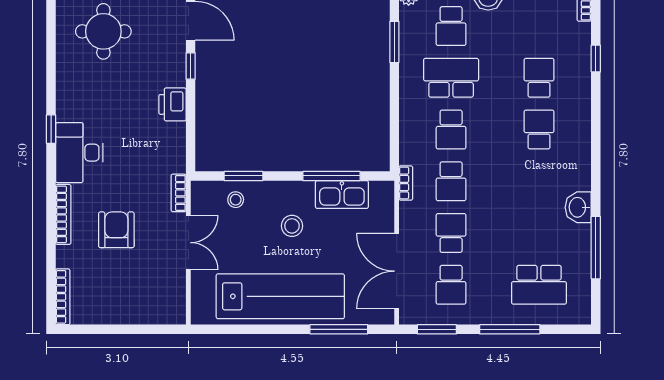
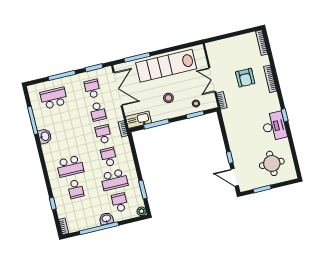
printer: (172, 104) -> (234, 139), removed
school desk: (539, 130) -> (70, 166), width x1.85
desk: (79, 153) -> (274, 126), moved
kitchen sink: (342, 194) -> (138, 120), moved

